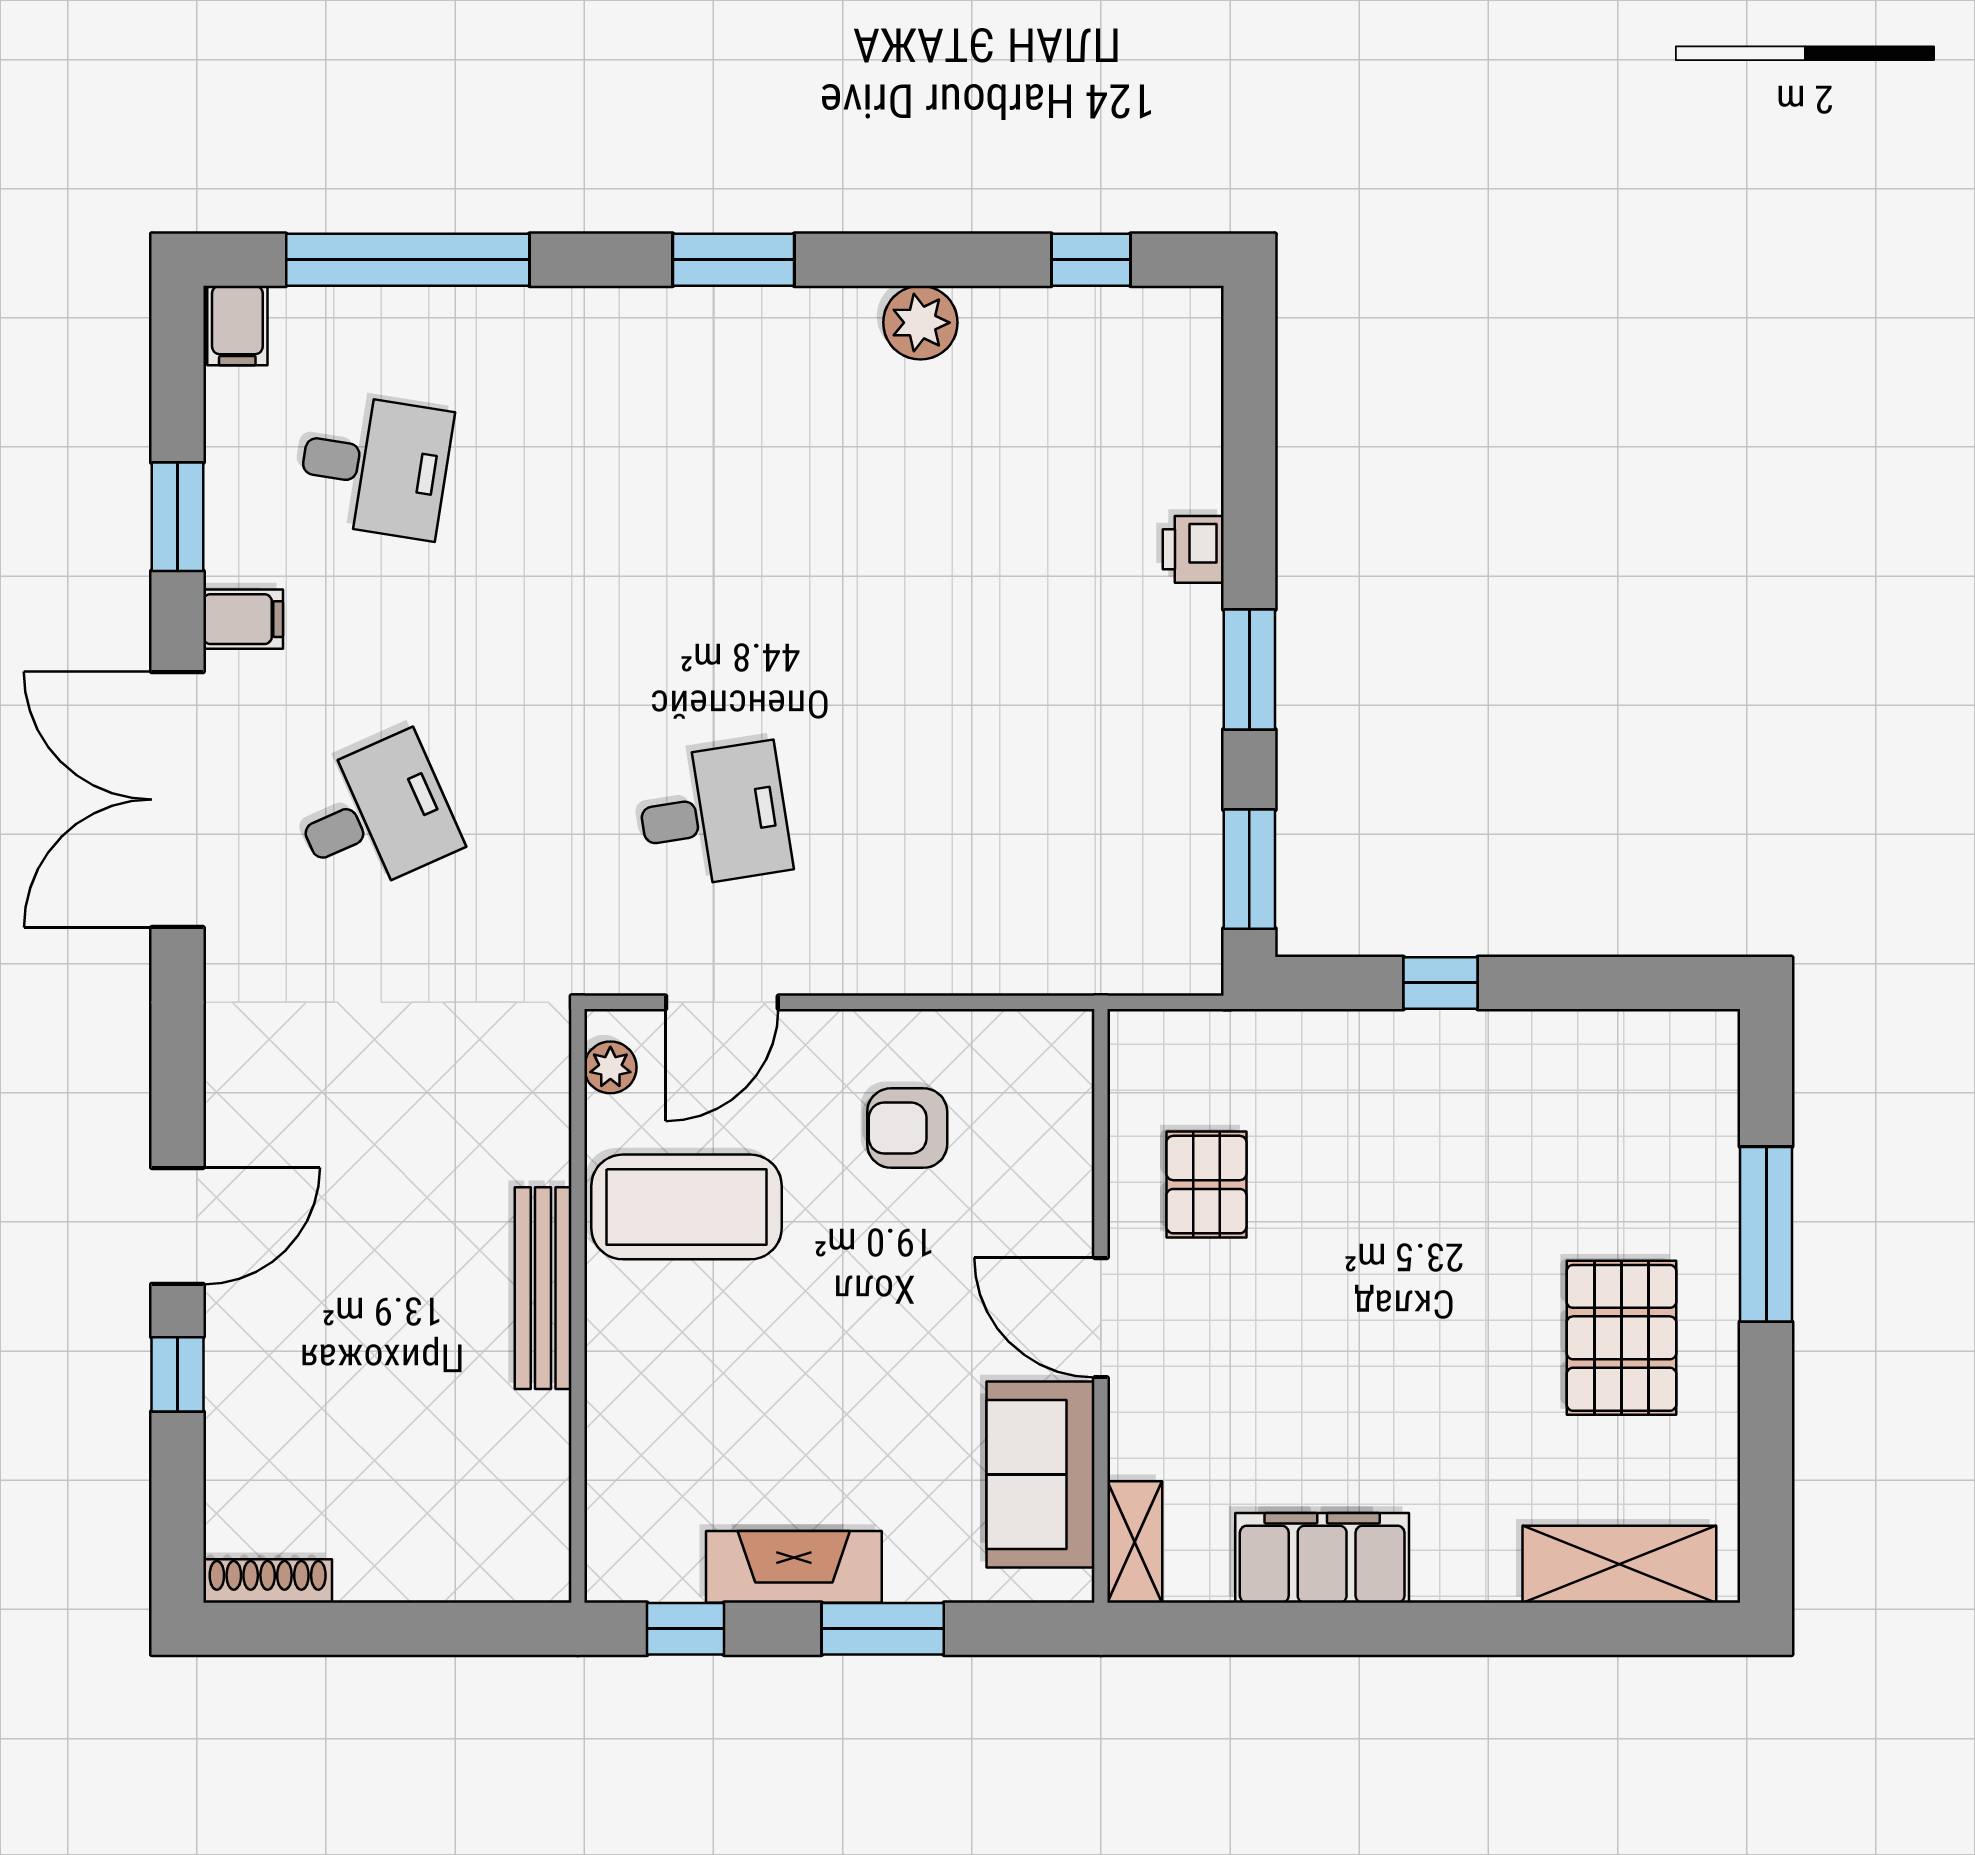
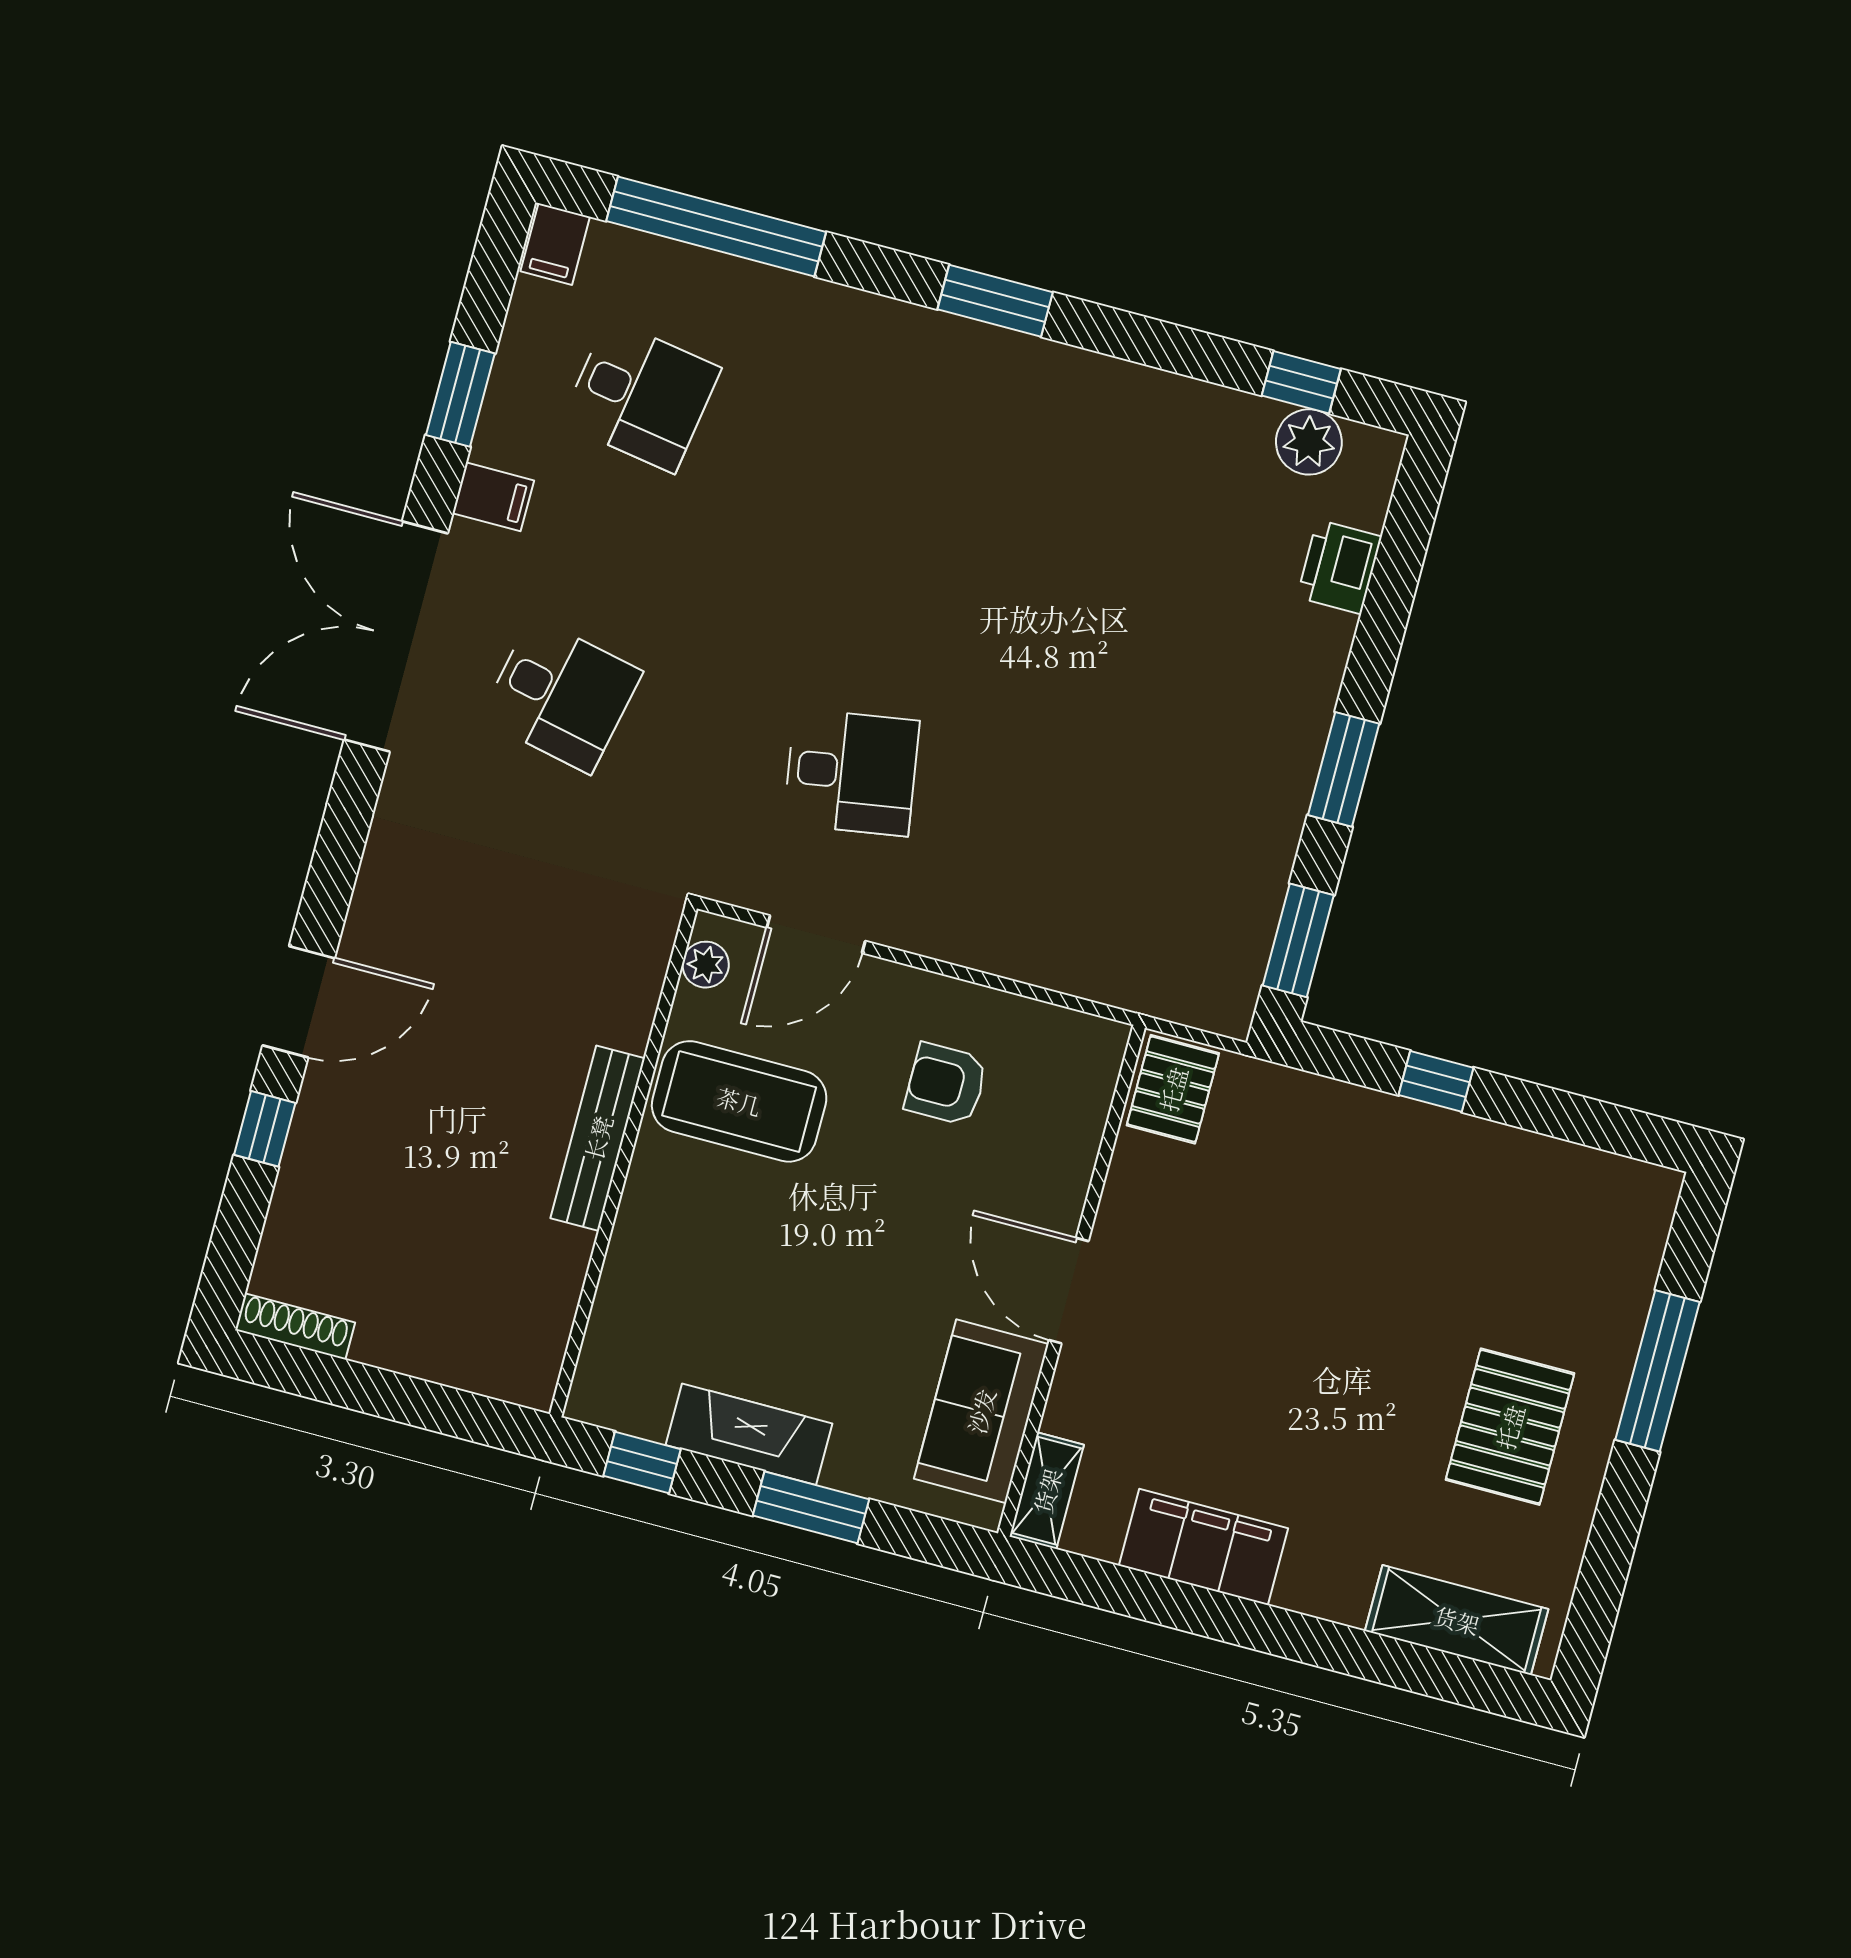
plant: (920, 323) -> (1309, 442), moved
printer: (1193, 549) -> (1339, 567), moved, width x1.36, depth x1.24
desk: (375, 815) -> (561, 695), turned 36
pallet: (1206, 1185) -> (1173, 1089), moved

